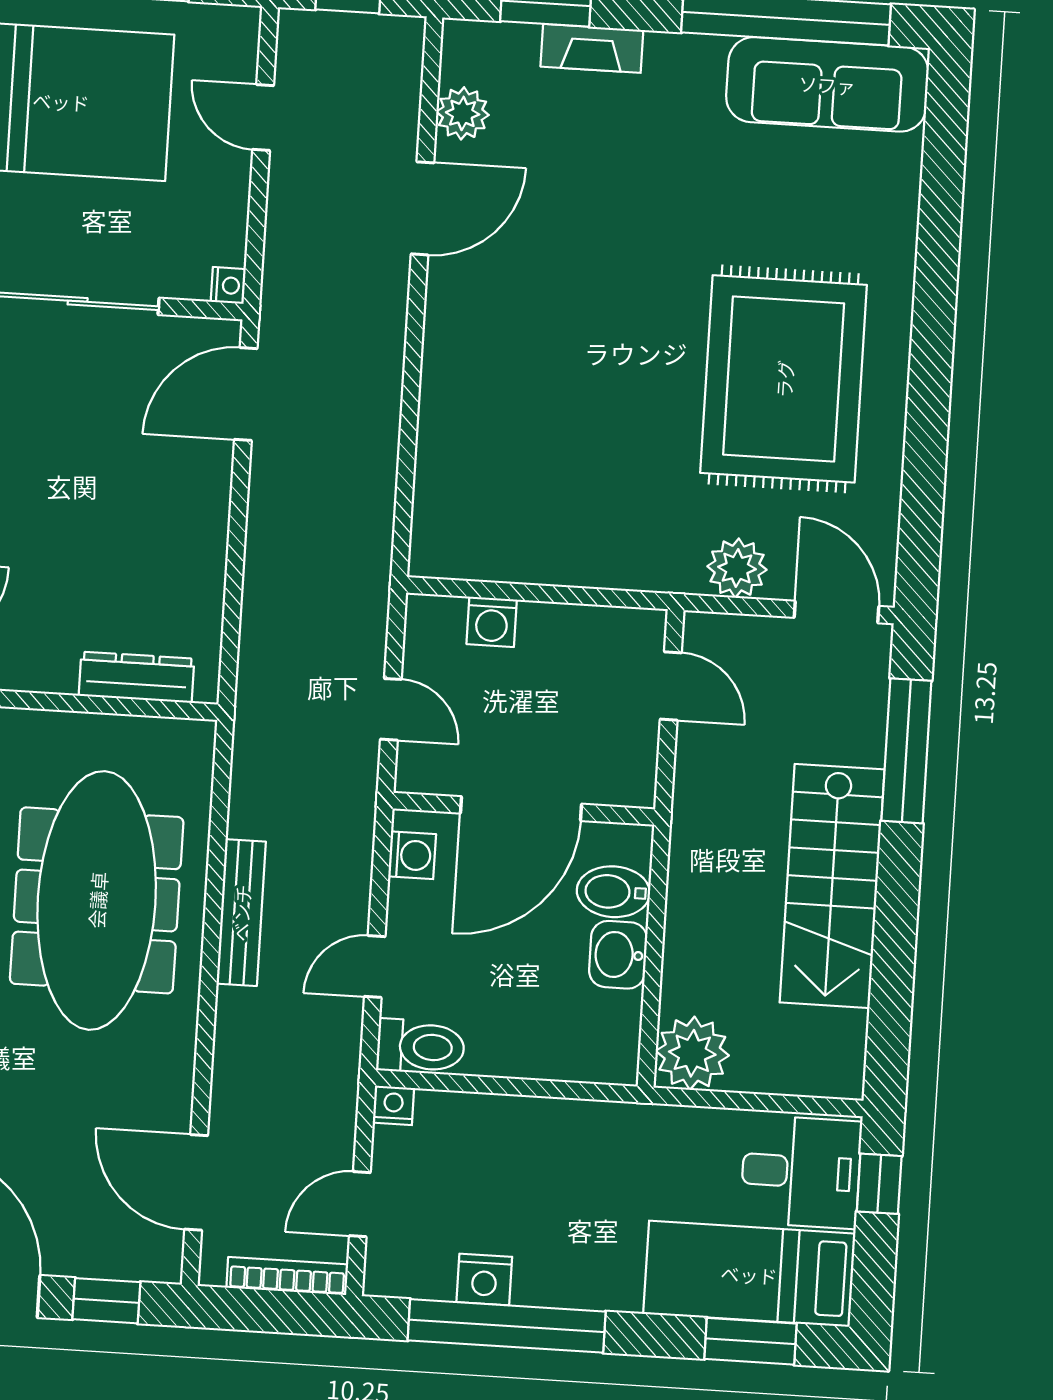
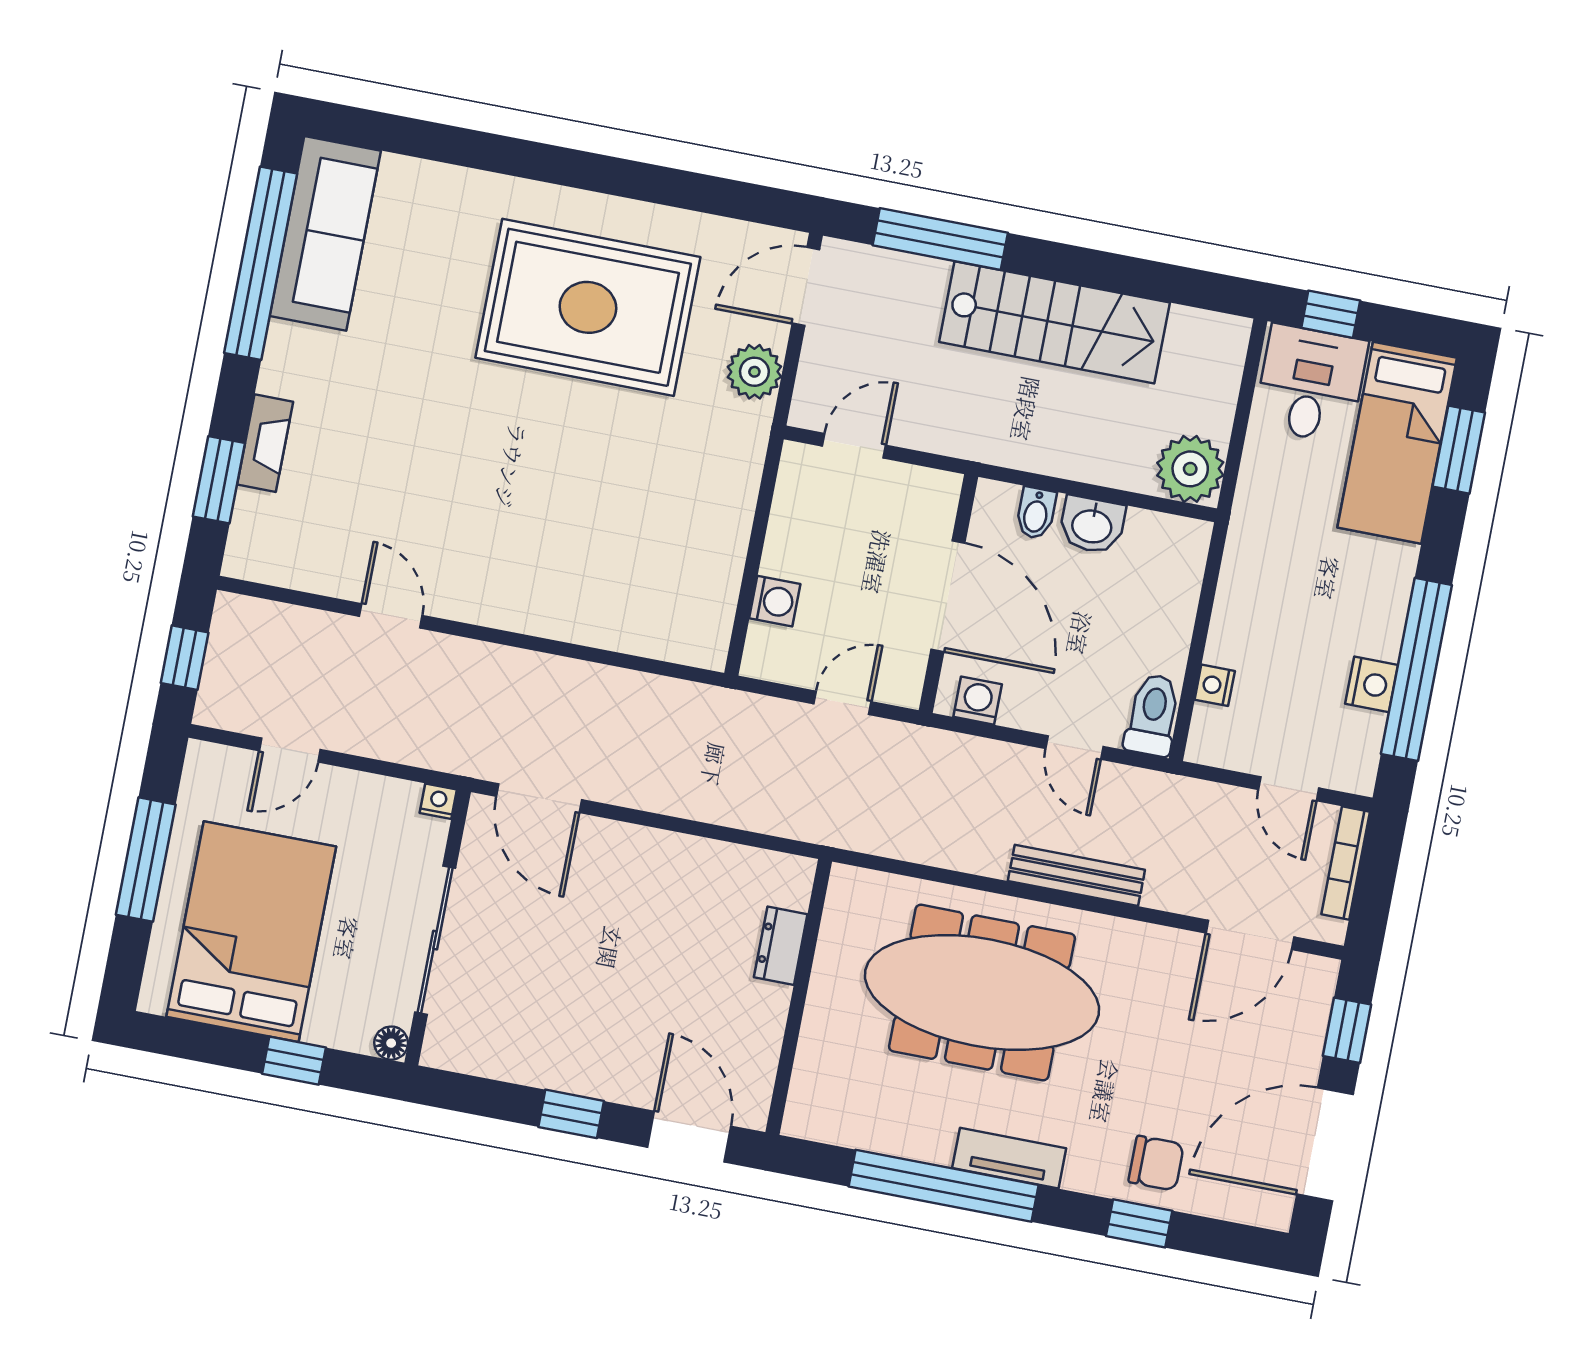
plant: (463, 113) -> (309, 568), removed
door: (422, 208) -> (391, 616), width x0.73
dresser: (137, 677) -> (781, 946), width x0.70
bidet: (613, 892) -> (1036, 513), width x0.72, depth x0.74
bench: (241, 913) -> (1076, 875), moved
nightstand: (393, 1105) -> (1215, 685), moved

